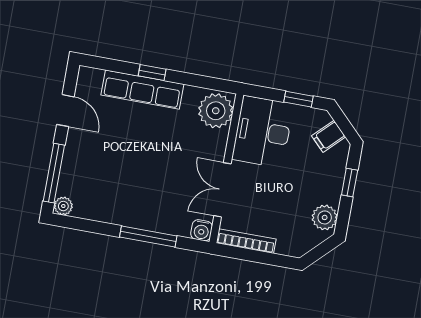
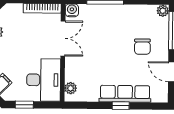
plant: (216, 111) -> (71, 88), width x0.53, depth x0.53
chair: (104, 157) -> (142, 47), added

